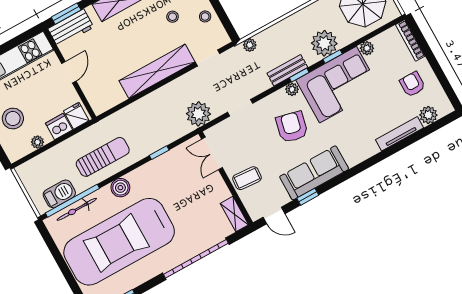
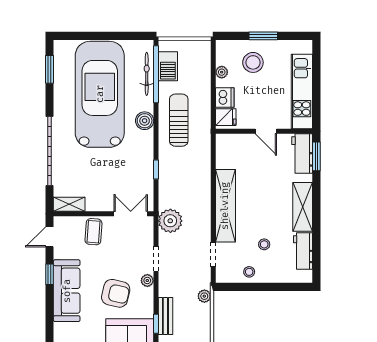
plant: (292, 89) -> (147, 281), moved
sun lounger: (103, 157) -> (179, 120), turned 180

